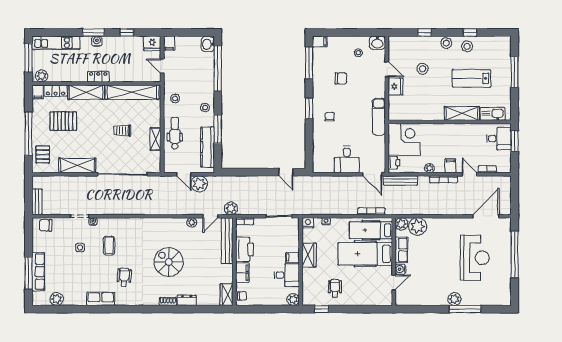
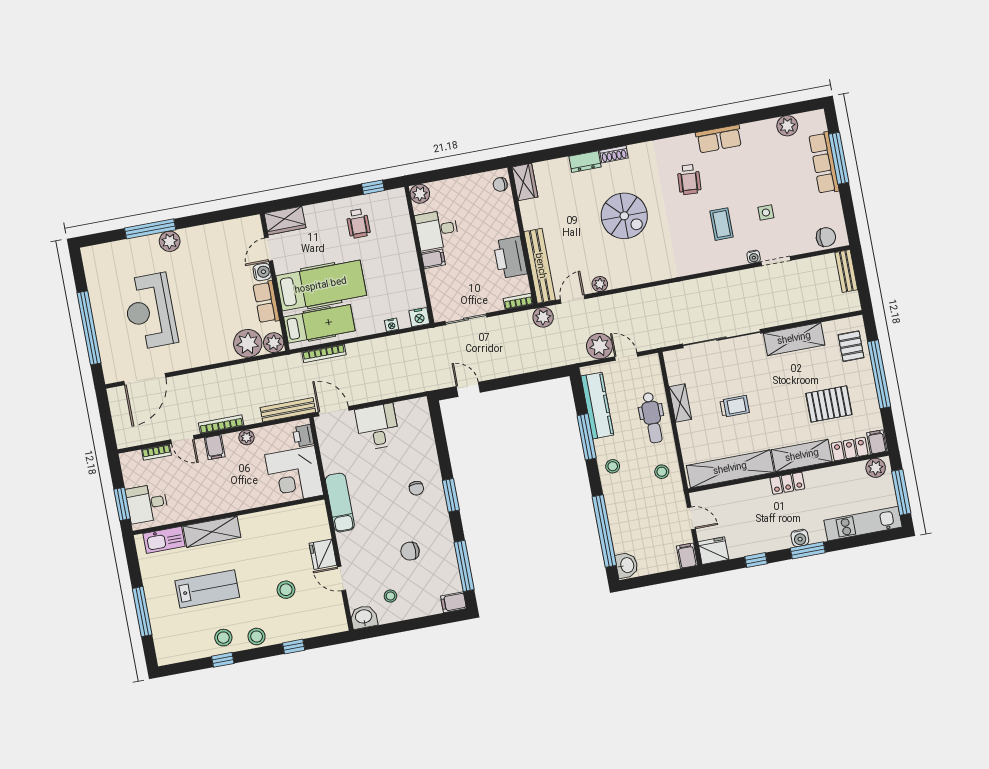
wardrobe: (309, 255) -> (285, 221), moved, turned -90
filing cabinet: (242, 273) -> (507, 221), removed

